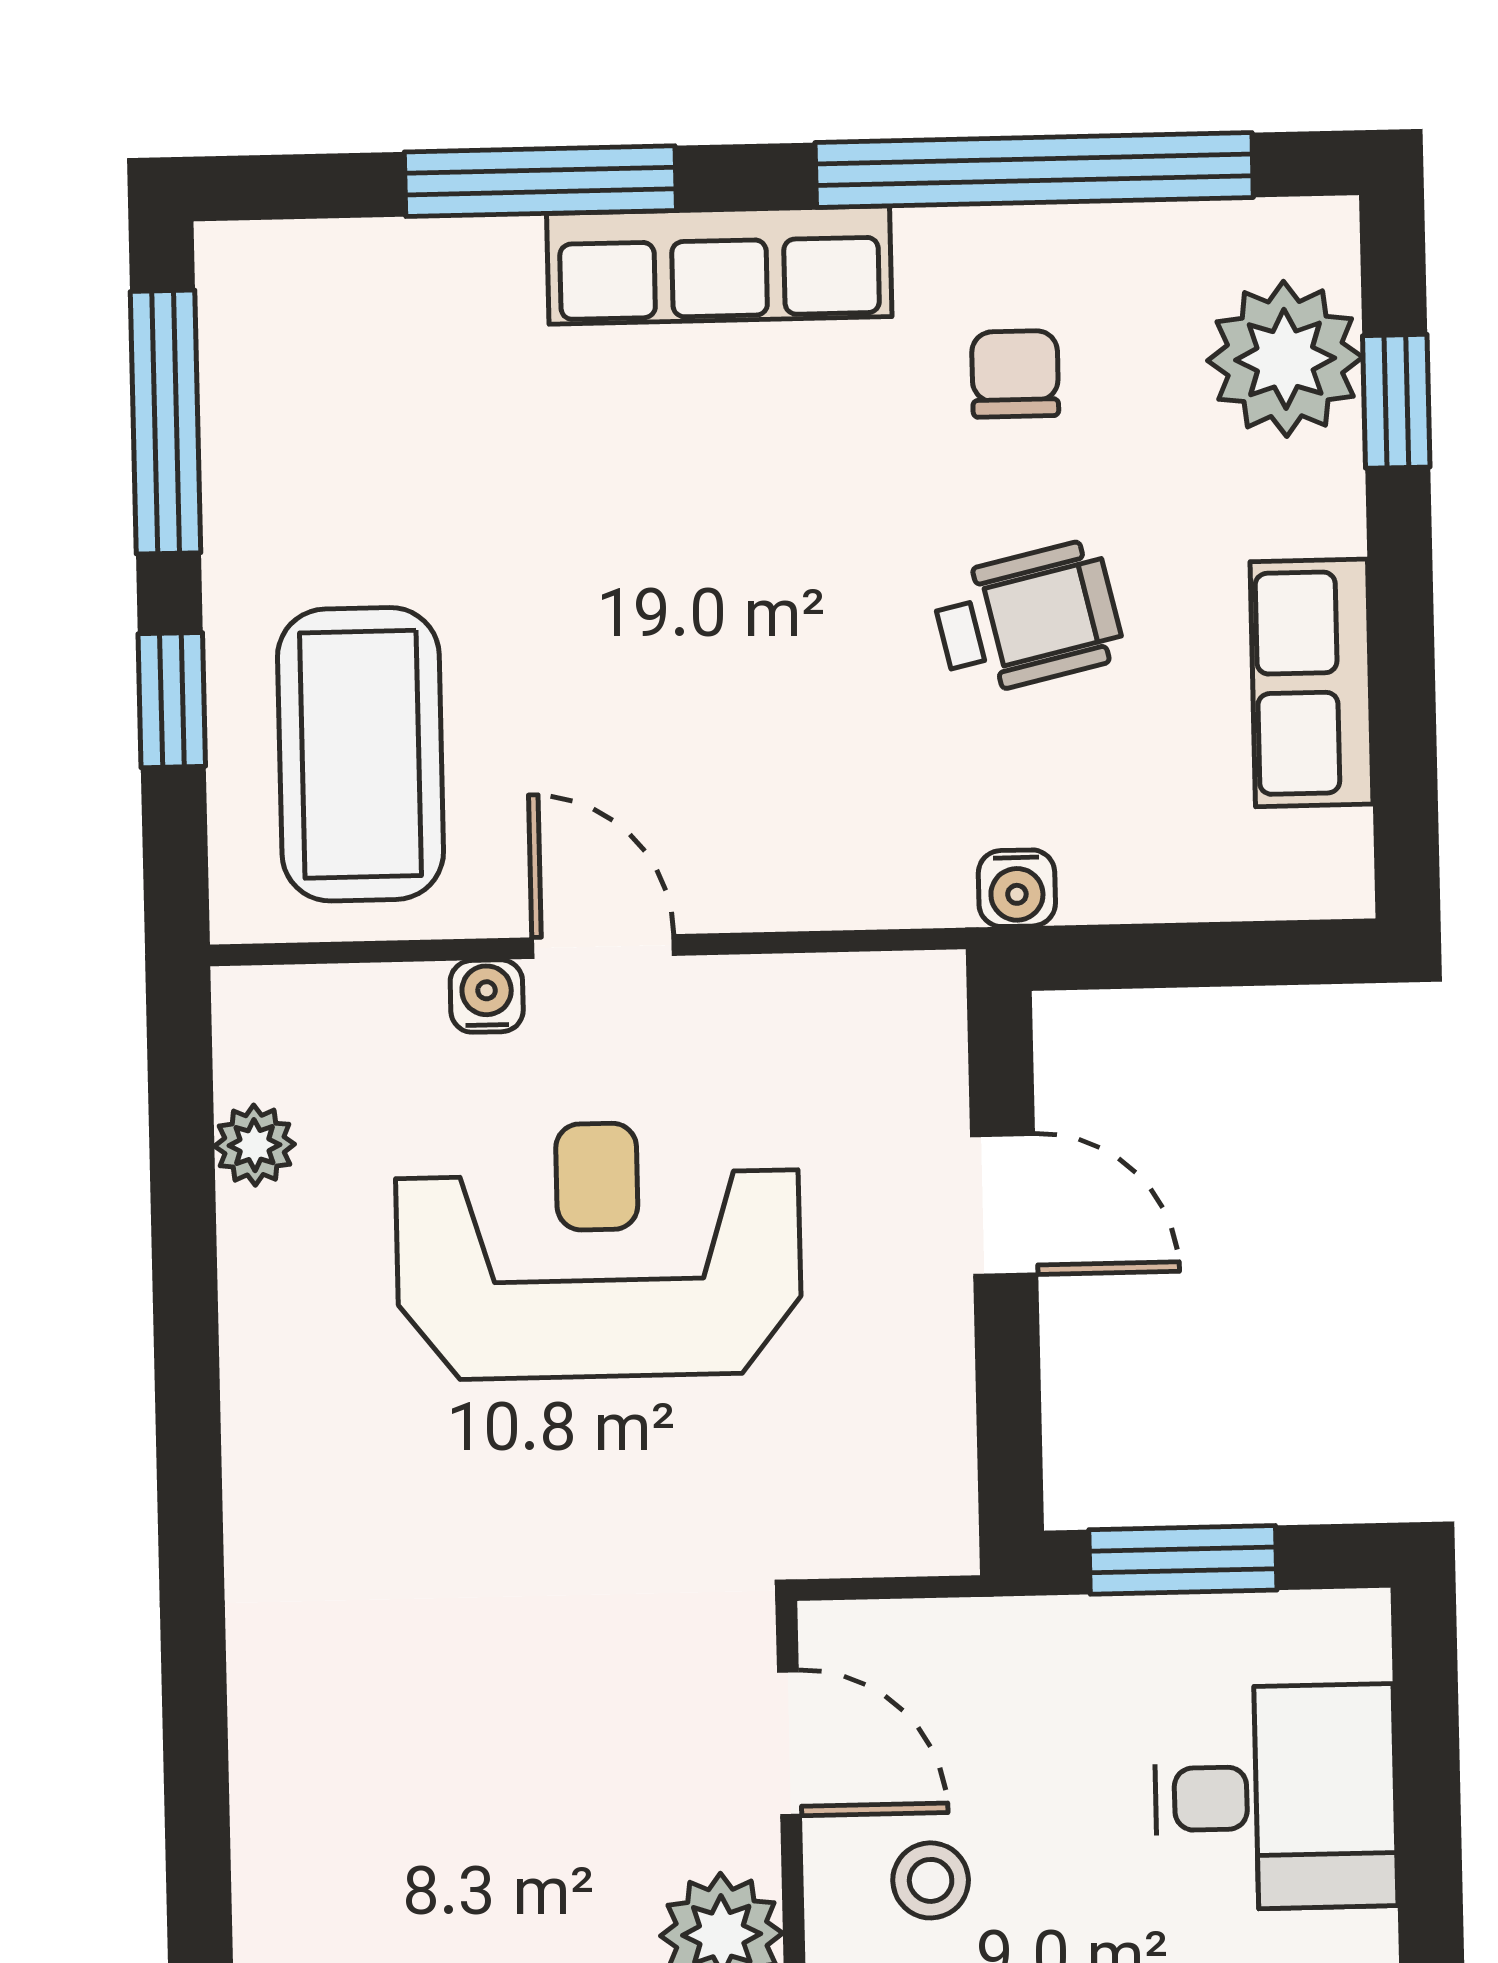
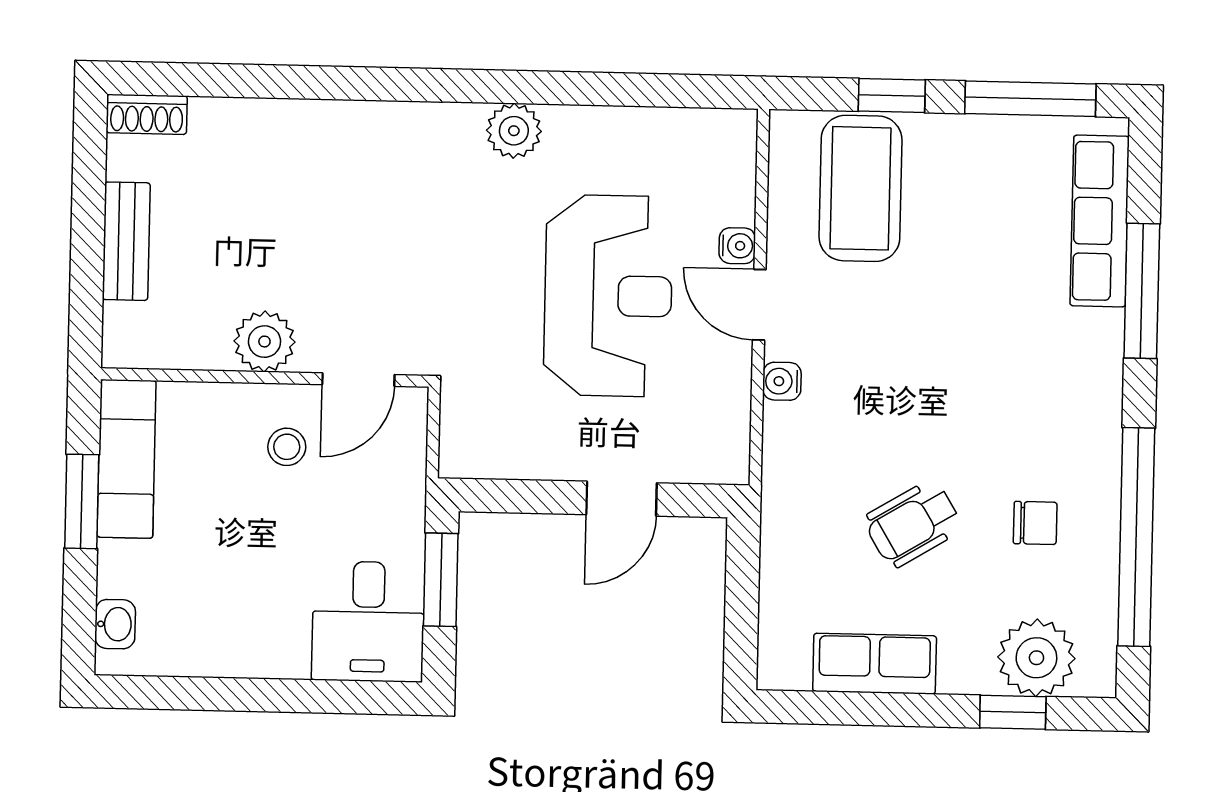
row of seats: (719, 265) -> (1100, 221), moved
wheelchair: (1028, 619) -> (913, 524), turned 72
coffee table: (361, 754) -> (860, 188), turned 90
water cooler: (1017, 888) -> (782, 381), moved
door: (603, 947) -> (759, 305), swing flipped
plant: (254, 1145) -> (514, 131), moved, width x1.38, depth x1.38
desk: (1276, 1797) -> (368, 622), moved

